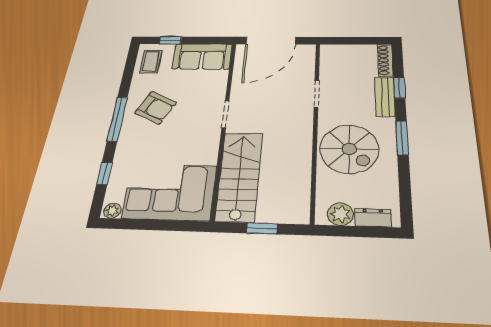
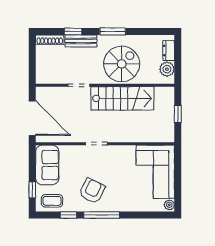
window: (104, 173) -> (69, 215), moved
stairs: (239, 176) -> (122, 98), moved, turned 180

